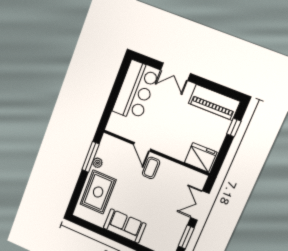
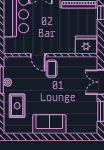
rug: (98, 192) -> (17, 106), width x0.73, depth x0.70

